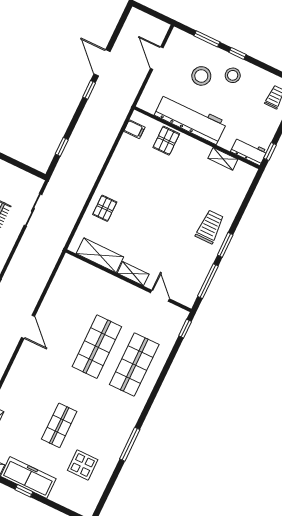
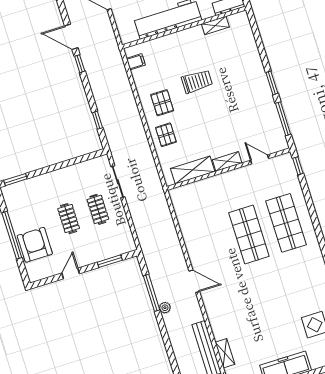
pallet: (166, 141) -> (162, 103), moved
trolley: (210, 227) -> (197, 82), moved, turned 90
door: (28, 327) -> (194, 281), moved
shop shelf: (59, 425) -> (273, 312), removed

